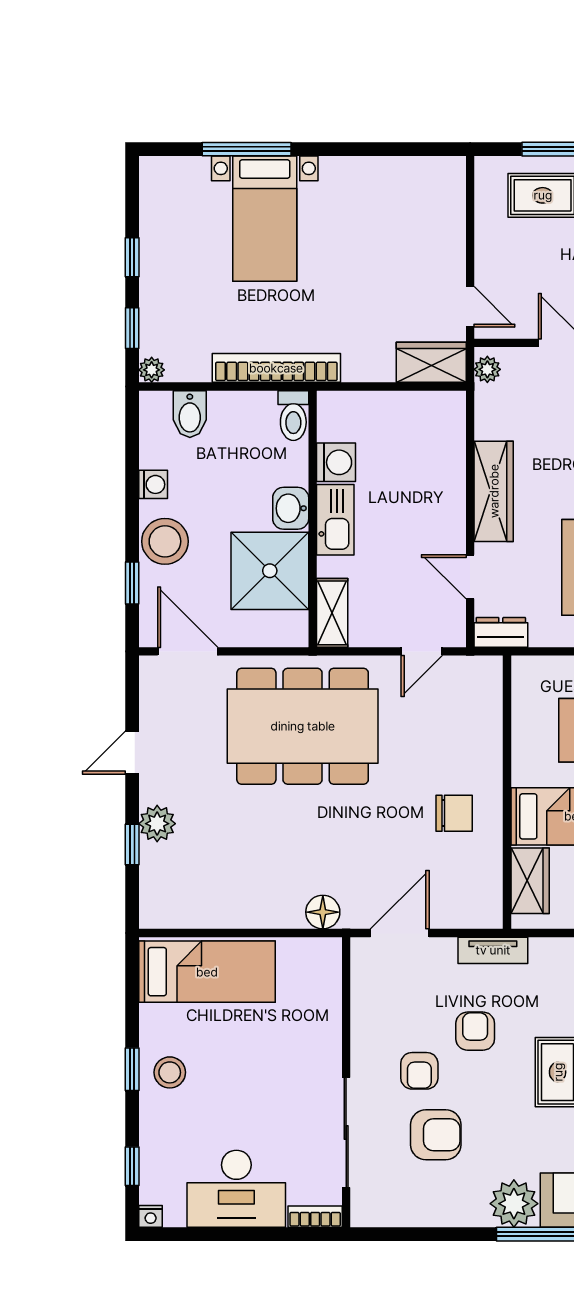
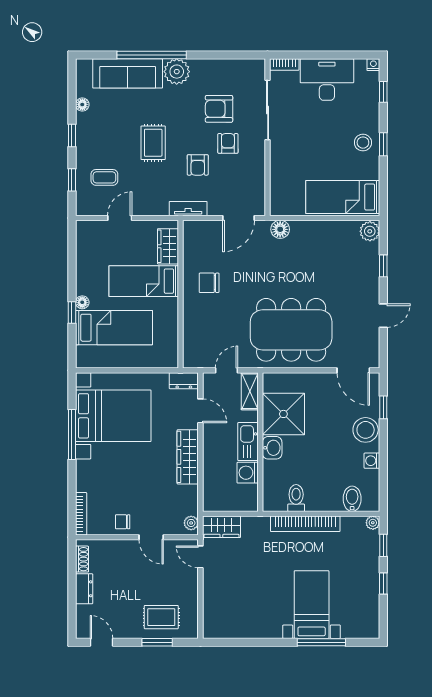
washing machine: (336, 462) -> (248, 473), moved
washbasin: (291, 508) -> (272, 448), moved
wall: (313, 519) -> (260, 442), moved
kitchen sink: (335, 520) -> (248, 442), moved
shower: (270, 571) -> (283, 414), moved
shelving: (332, 613) -> (250, 391), moved
plant: (157, 824) -> (370, 231), moved

